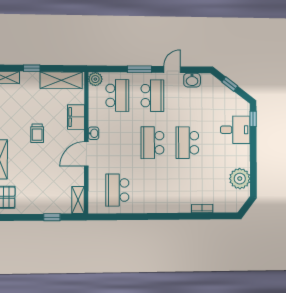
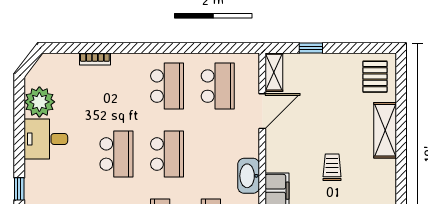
desk: (235, 130) -> (46, 139), moved
washbasin: (94, 133) -> (249, 176), width x1.91, depth x1.45
door: (86, 154) -> (262, 111), moved
school desk: (153, 190) -> (167, 86), added

